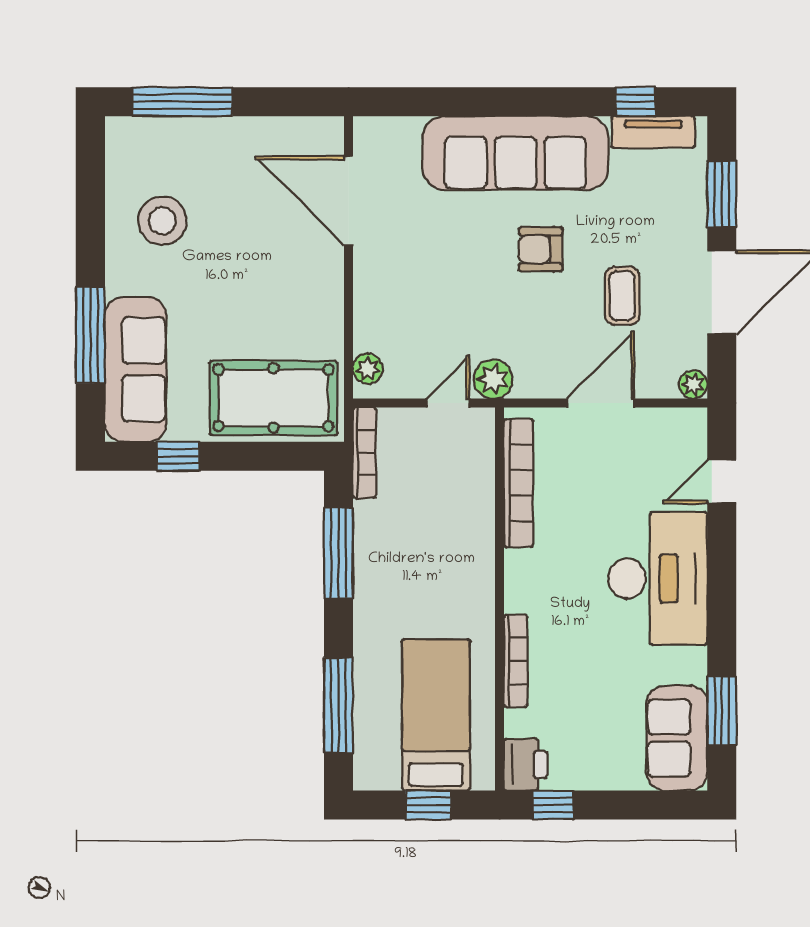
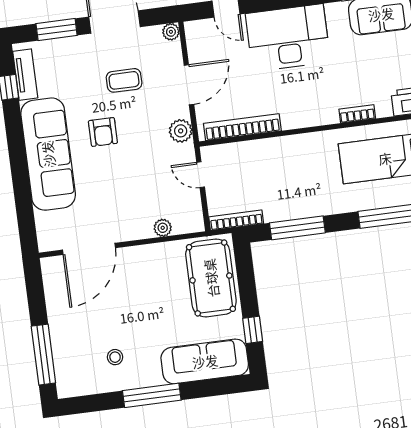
stool: (162, 221) -> (115, 357), width x0.53, depth x0.53
window: (90, 335) -> (152, 395), moved
plant: (368, 369) -> (163, 228), moved
plant: (493, 379) -> (181, 131), moved
door: (601, 403) -> (189, 85), swing flipped
bookcase: (516, 661) -> (357, 114), width x0.64

